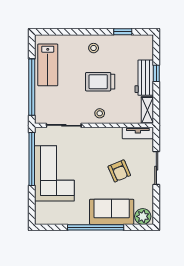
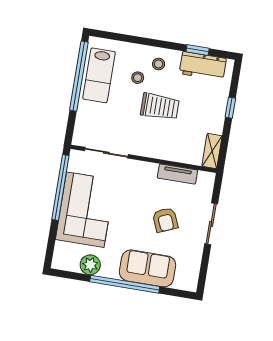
workbench: (144, 78) -> (203, 66), moved, turned -90
trolley: (100, 82) -> (160, 107), turned 180
window: (32, 87) -> (79, 76), moved
stool: (100, 113) -> (138, 78), moved
tv unit: (138, 133) -> (177, 174), moved
plant: (143, 216) -> (90, 265), moved

